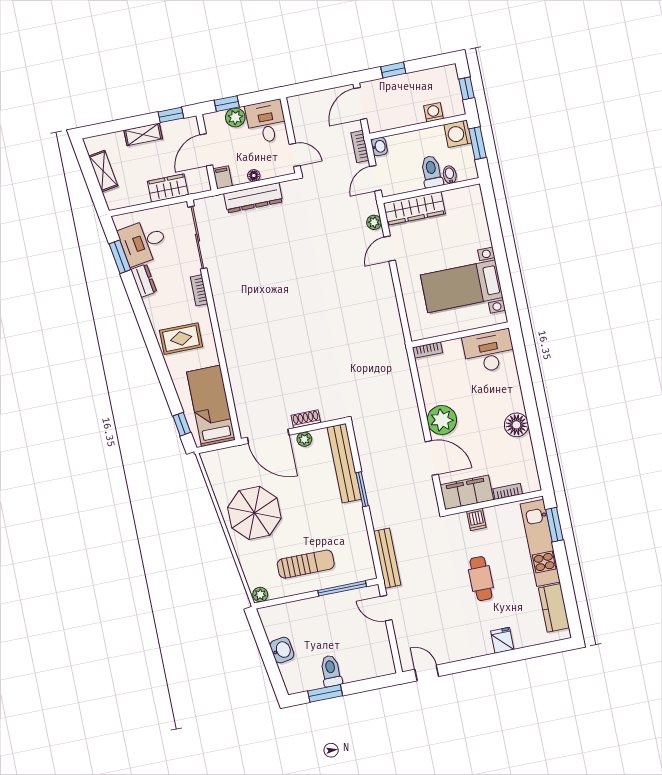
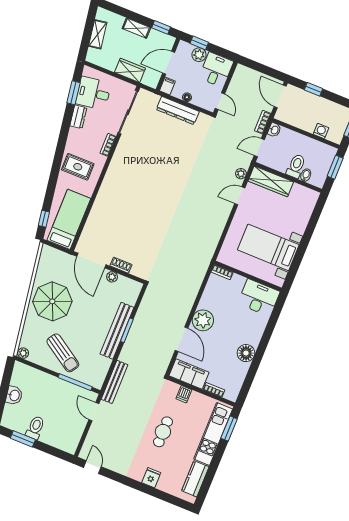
door: (360, 104) -> (280, 96), hinge flipped
washing machine: (458, 134) -> (327, 154), removed
bench: (344, 463) -> (117, 331), moved
sun lounger: (306, 564) -> (63, 353), turned 33

